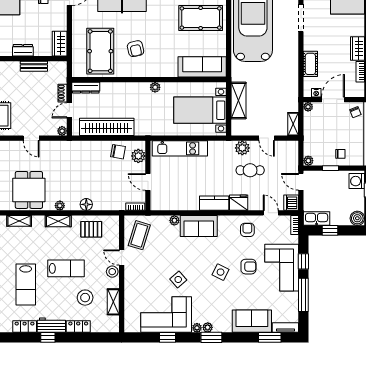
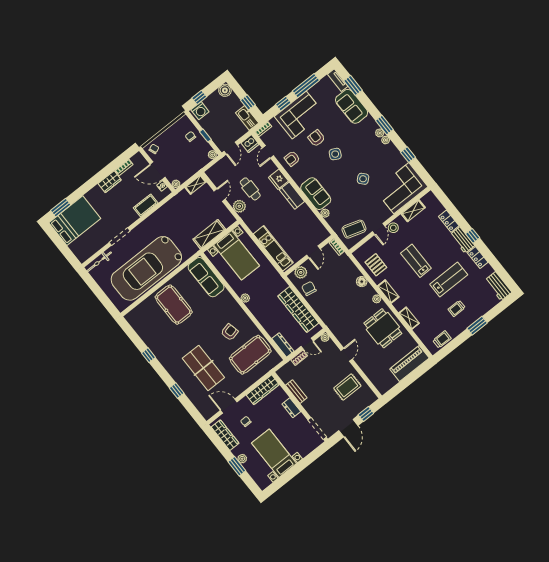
wardrobe: (60, 44) -> (263, 390), width x1.50
dining table: (29, 190) -> (383, 328), turned 90
stool: (85, 298) -> (425, 232), removed
corner sofa: (166, 314) -> (401, 188), moved, turned 90

